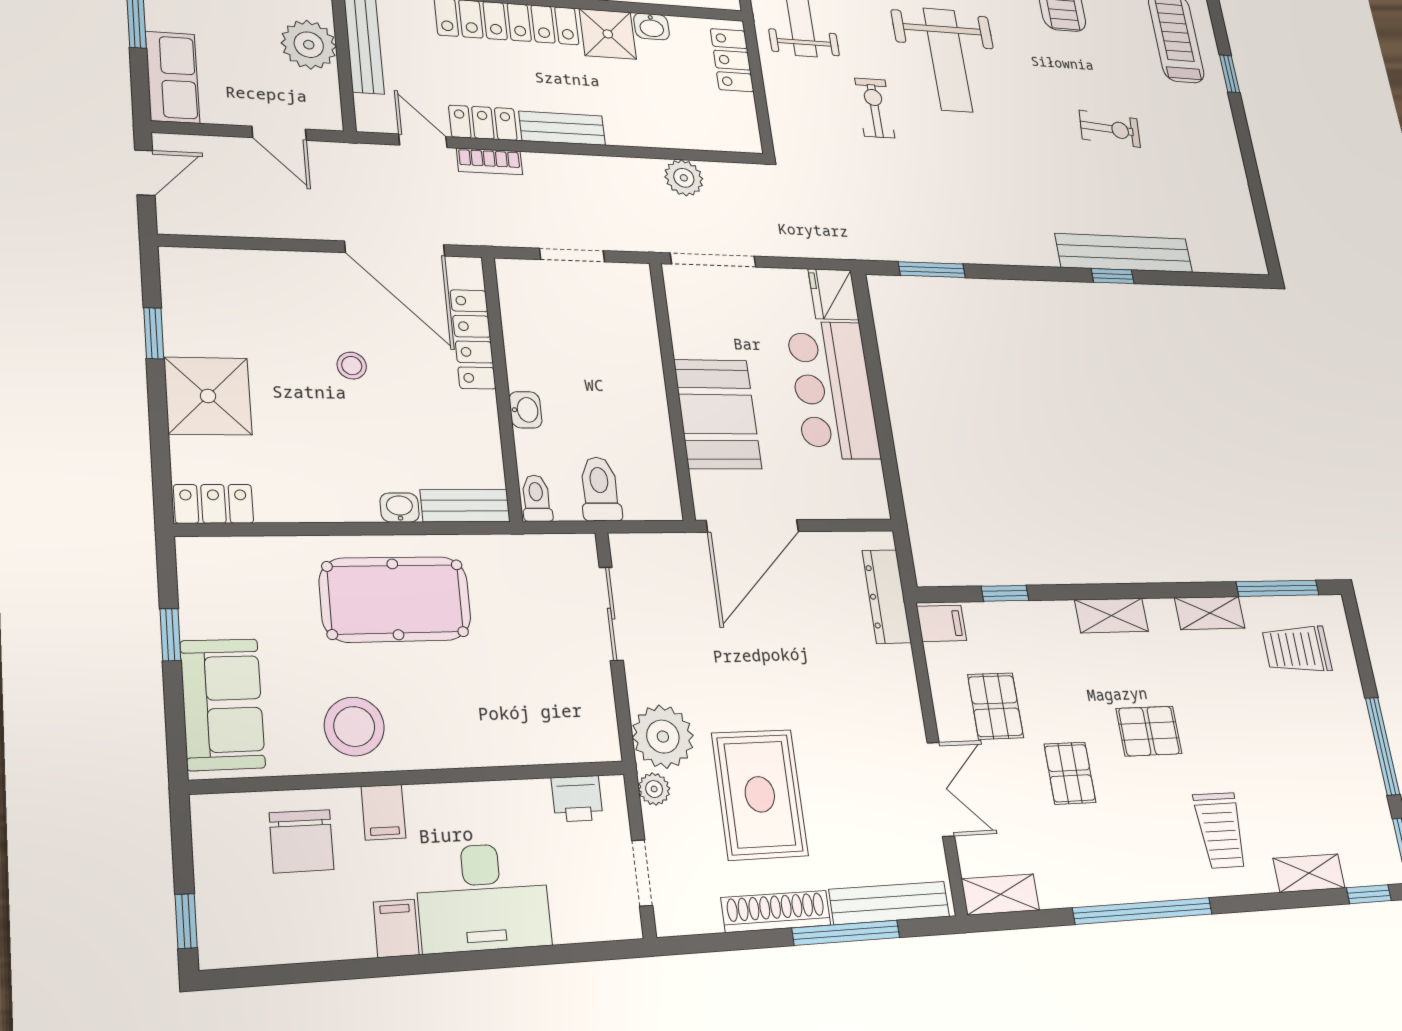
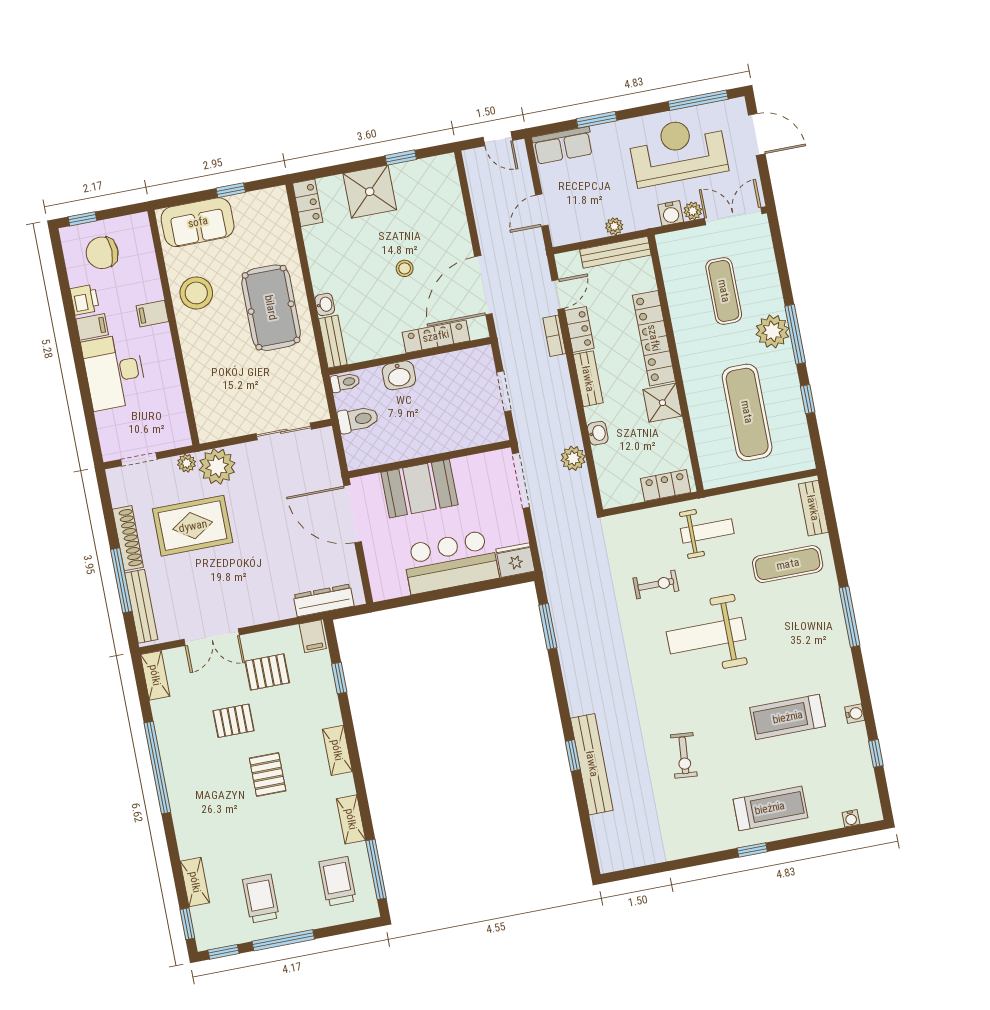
washbasin: (652, 26) -> (598, 433), moved, turned 180
plant: (309, 45) -> (614, 226), width x0.53, depth x0.53
washbasin: (525, 410) -> (399, 375), width x1.38, depth x1.45
printer: (577, 799) -> (85, 300), moved, turned 180
trolley: (1220, 830) -> (261, 899), moved, turned 90
chair: (302, 841) -> (102, 253), moved

